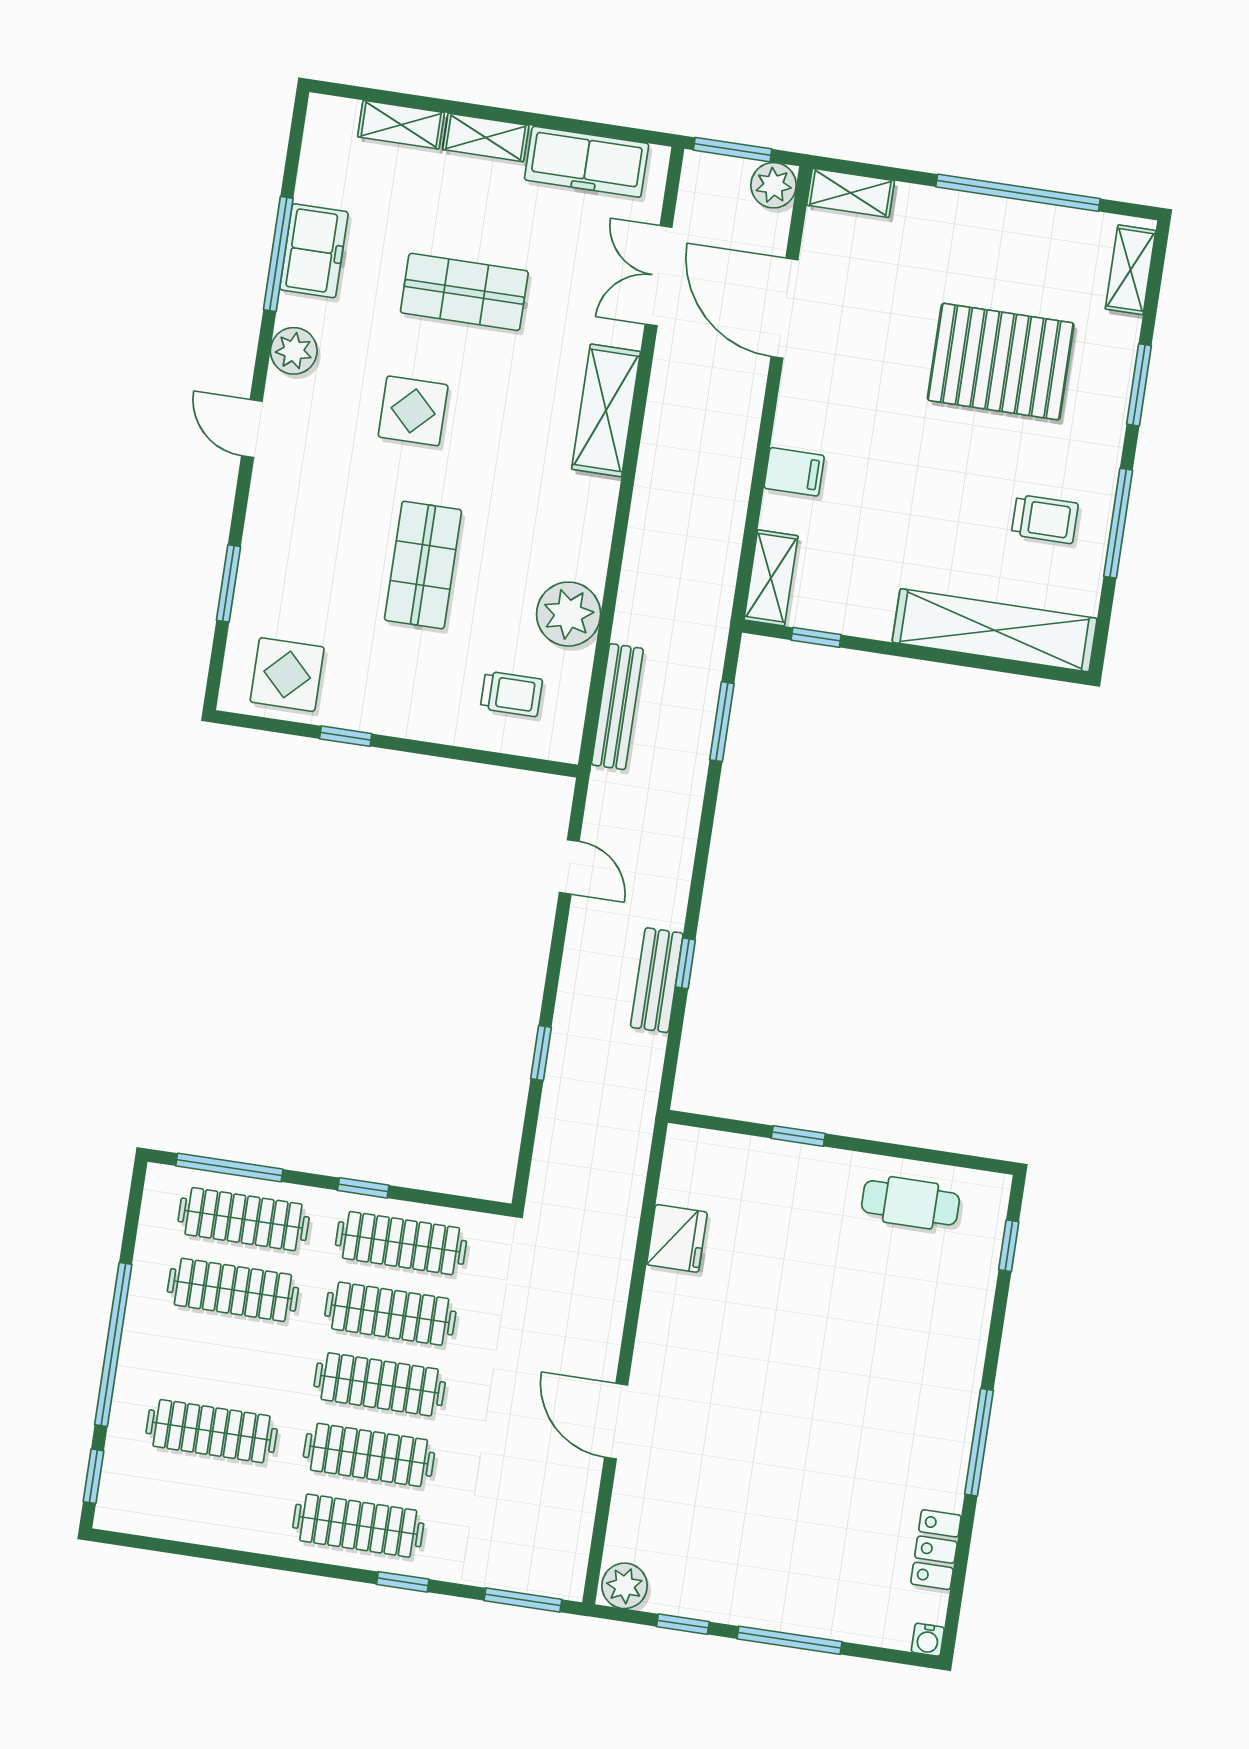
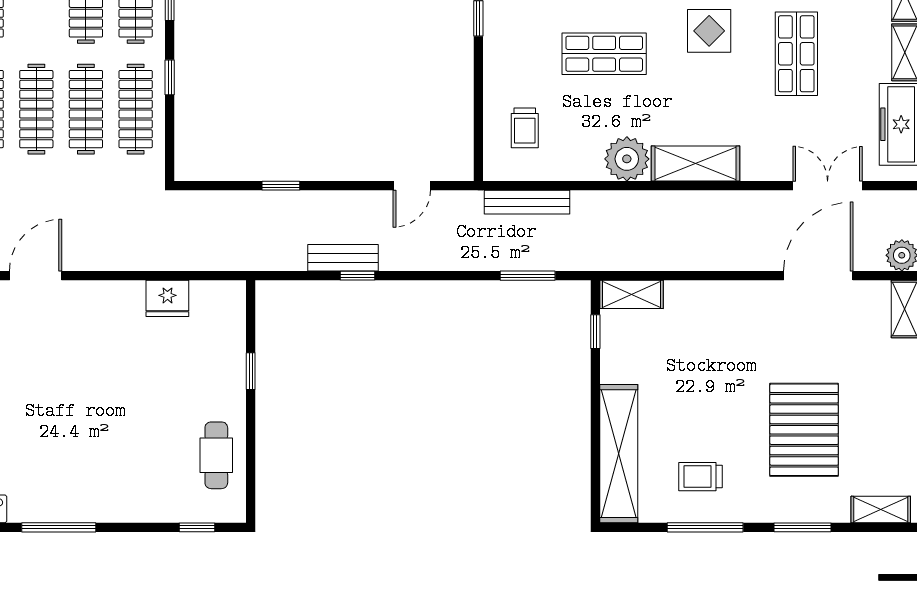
shelving: (606, 410) -> (696, 164), moved
filing cabinet: (794, 472) -> (707, 299), removed
trolley: (1045, 519) -> (700, 477), turned 90
plant: (569, 614) -> (627, 159), moved

